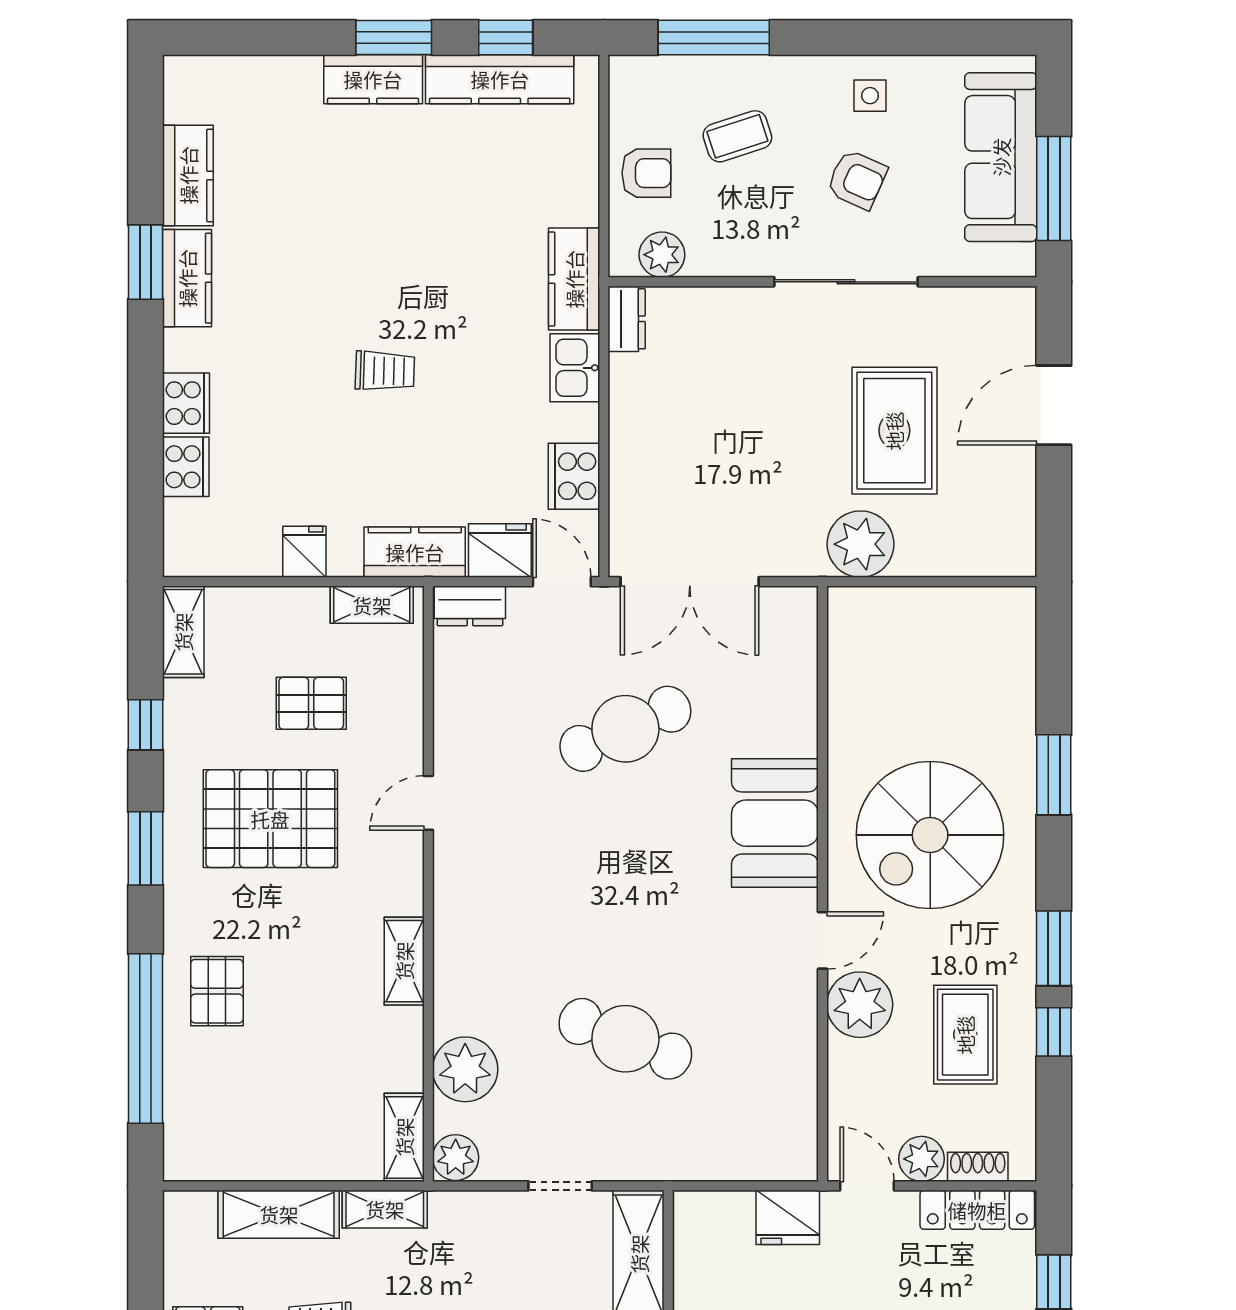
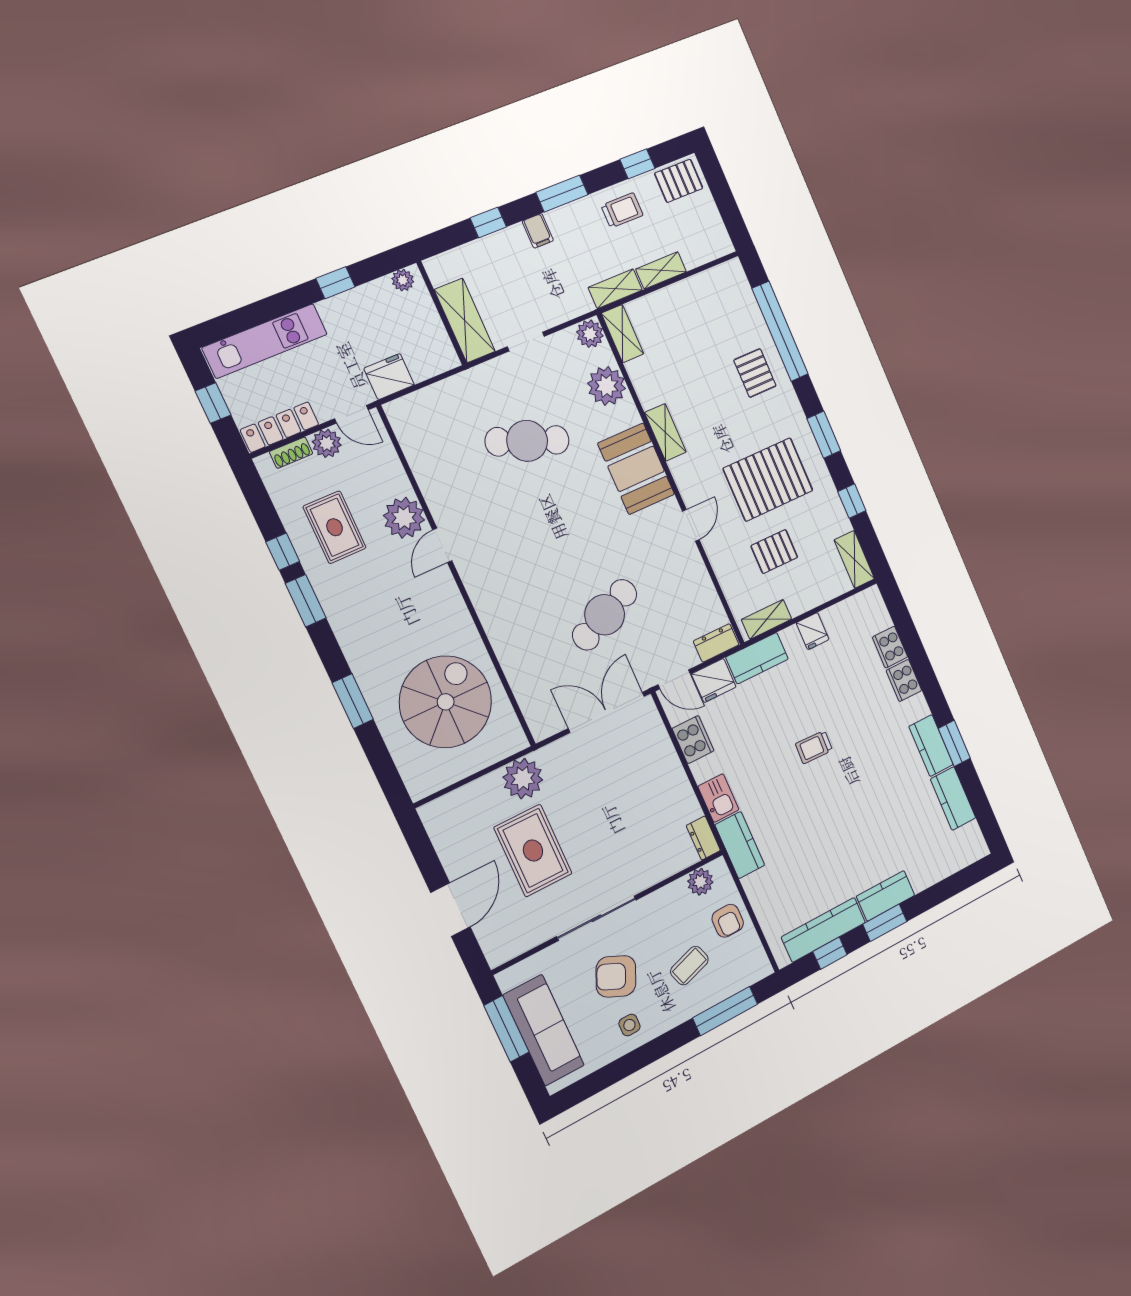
armchair: (646, 173) -> (728, 921), turned -90
armchair: (857, 179) -> (616, 976), width x1.38, depth x1.38
booth: (775, 823) -> (636, 469), moved
spiral stairs: (930, 835) -> (446, 702), moved
shelving: (279, 1214) -> (661, 270), width x0.67, depth x0.75

